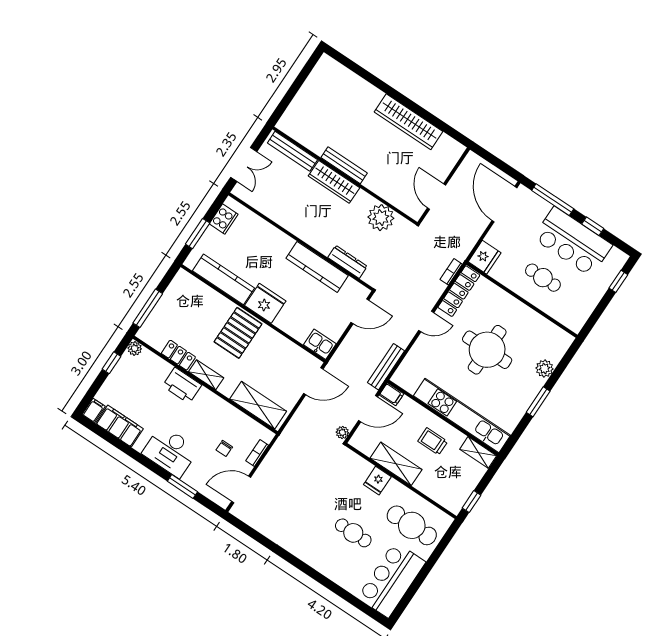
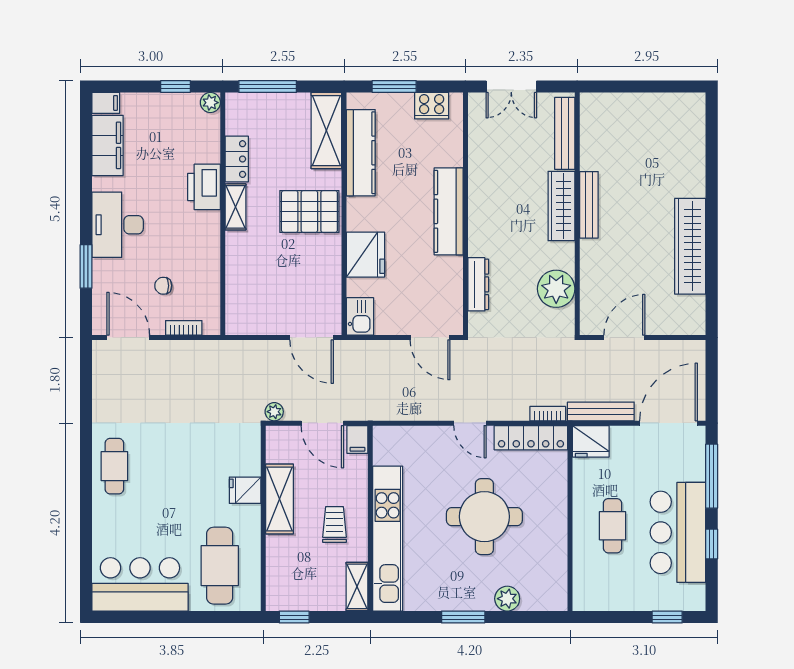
kitchen counter: (317, 267) -> (449, 211), moved
fridge: (265, 303) -> (366, 255), moved
bench: (386, 367) -> (601, 411), moved
shelving: (258, 405) -> (326, 131), moved
cafe table: (353, 533) -> (114, 466), moved

